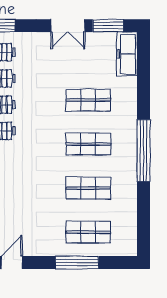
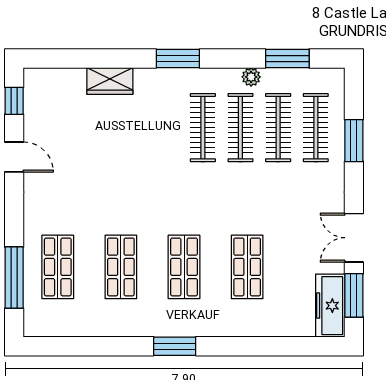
freezer: (127, 54) -> (330, 306), moved, turned -90
window: (144, 151) -> (175, 346), width x0.47
window: (77, 262) -> (14, 278), moved

